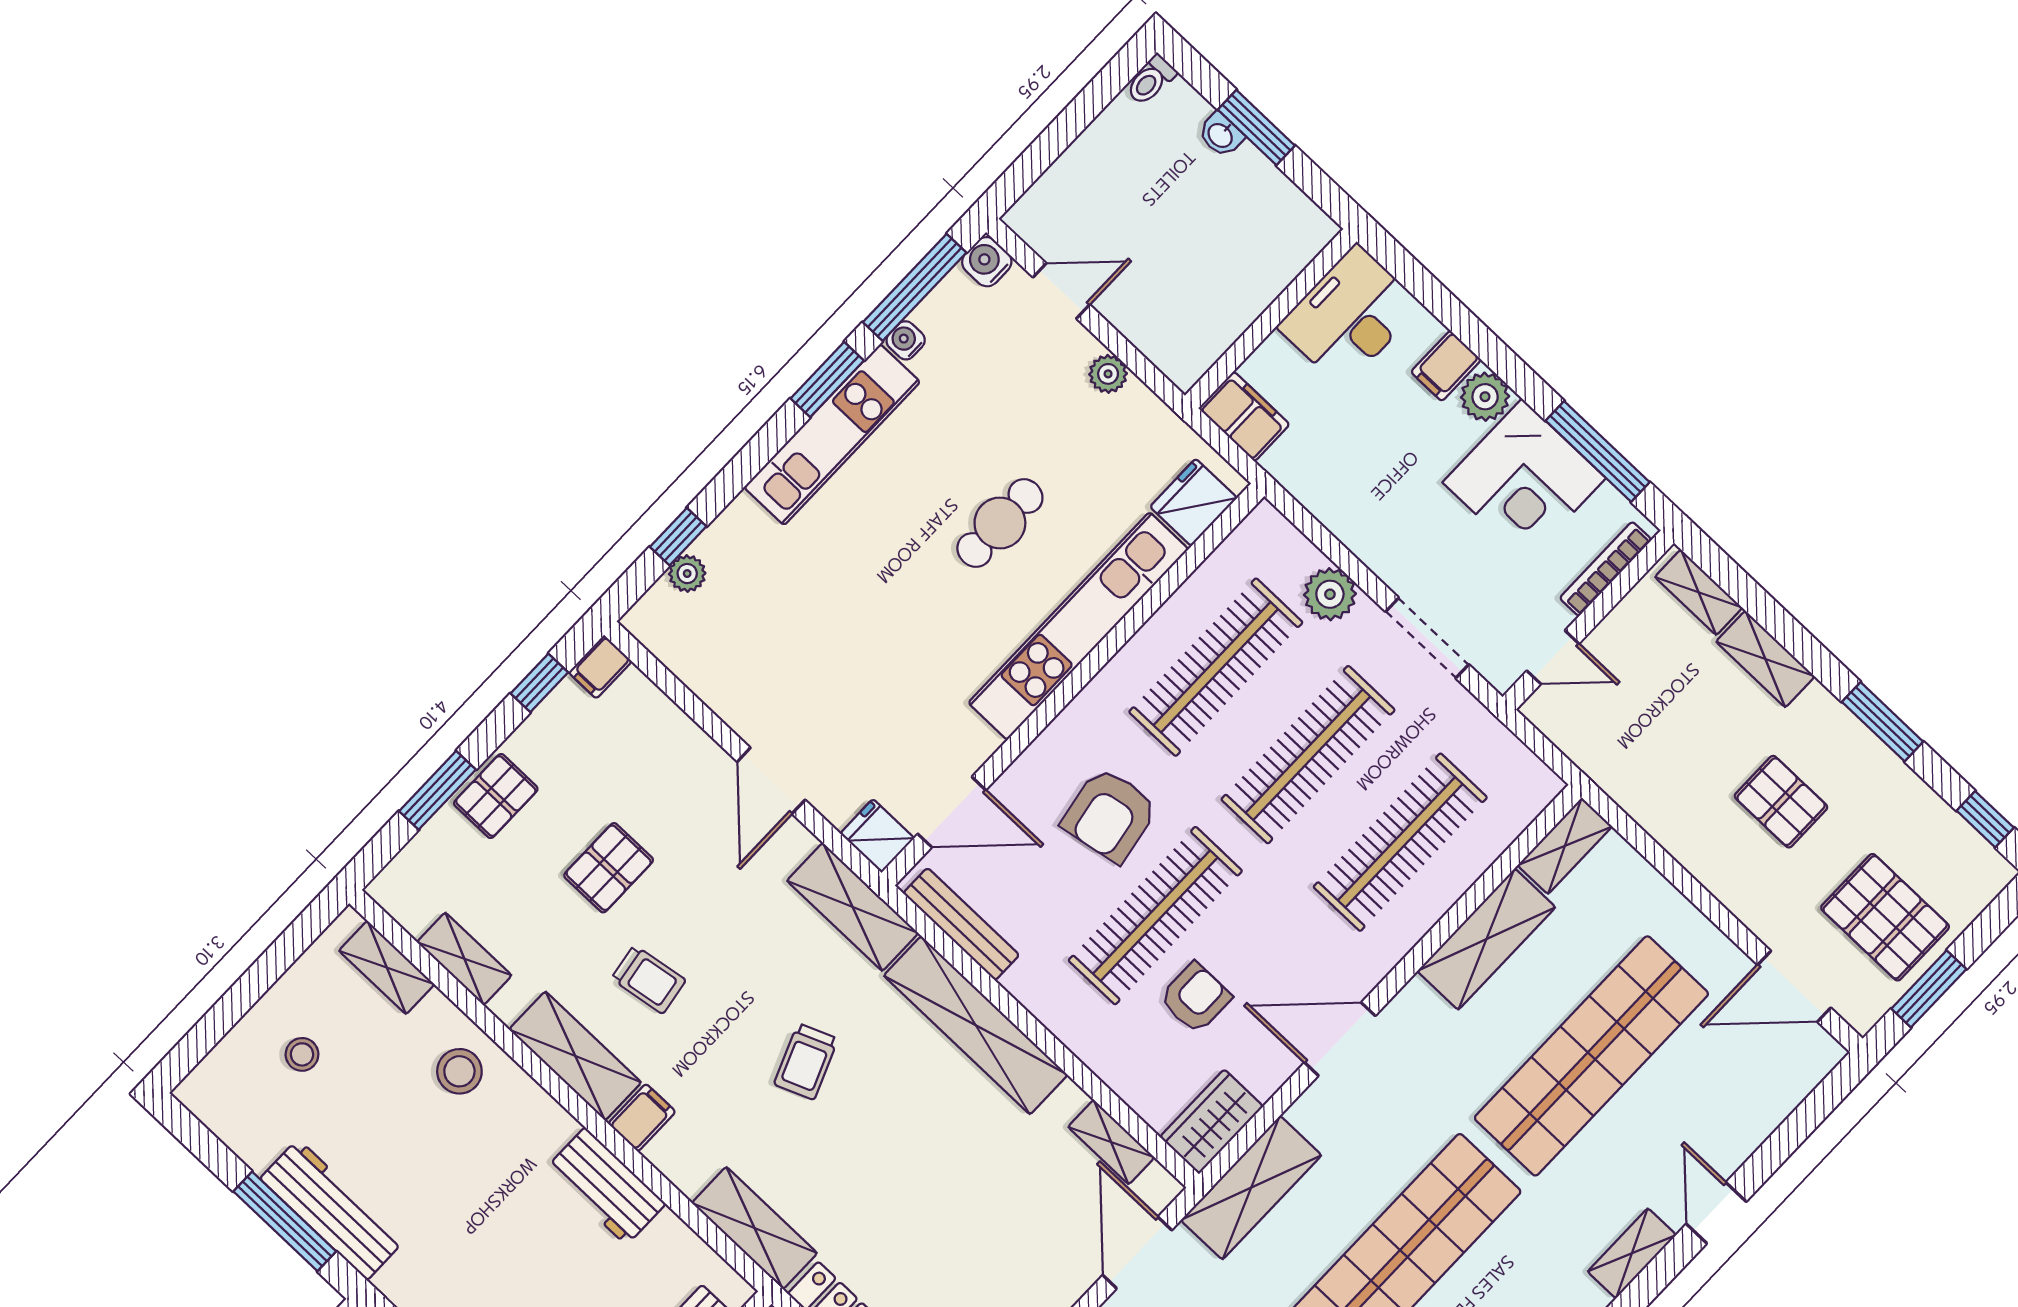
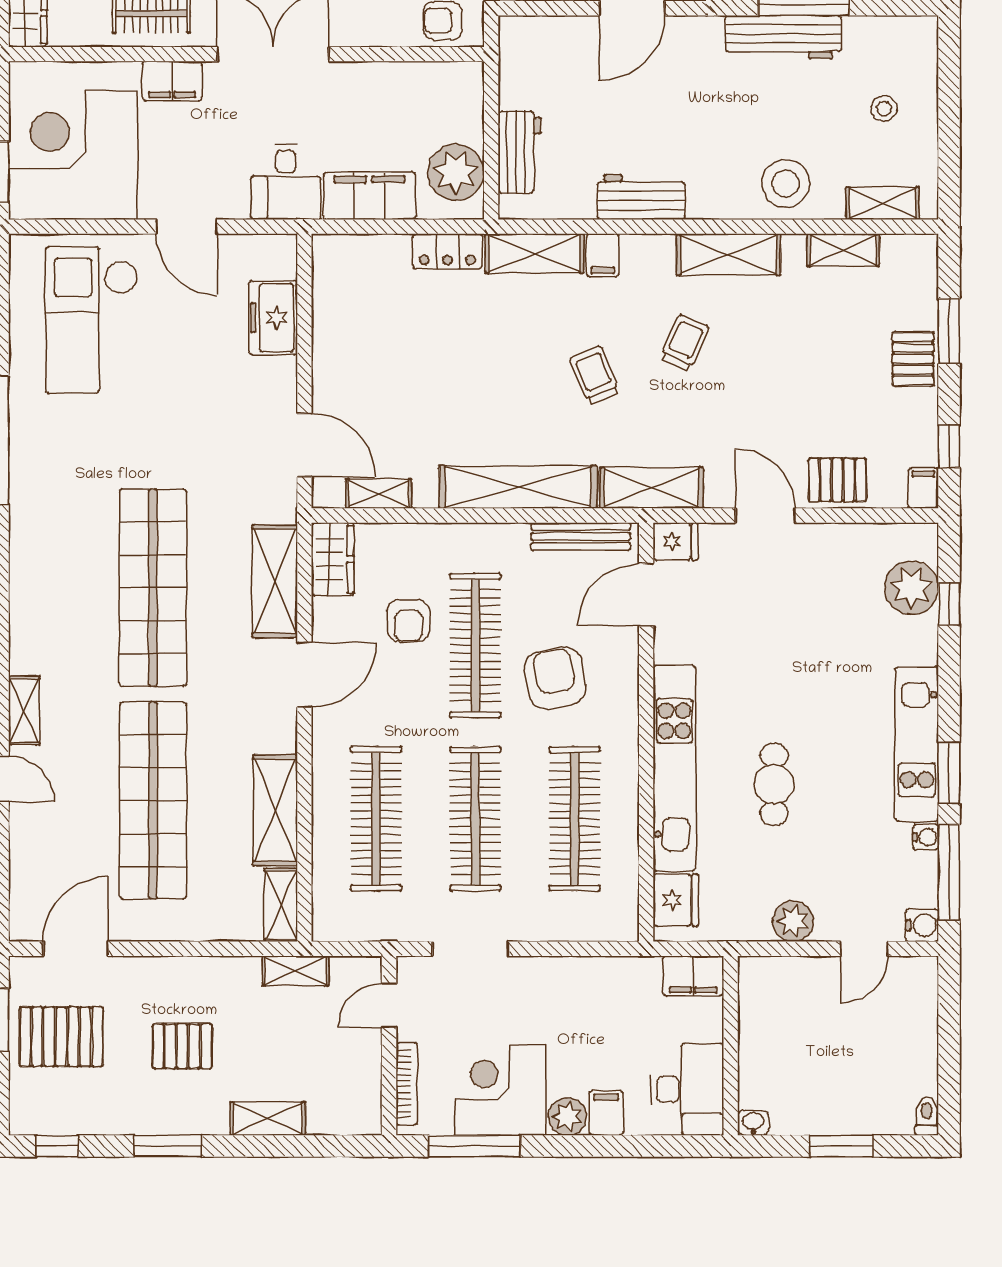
washbasin: (1221, 135) -> (753, 1123), moved
plant: (1108, 374) -> (793, 921), width x1.38, depth x1.38
plant: (687, 574) -> (912, 588), width x1.88, depth x1.88
shelving: (1699, 592) -> (295, 971), moved
plant: (1330, 594) -> (549, 921), removed
pallet: (609, 868) -> (837, 480), moved, turned 90
trolley: (649, 979) -> (685, 343), moved, turned 123
stool: (459, 1071) -> (786, 184), width x1.38, depth x1.38
filing cabinet: (642, 1118) -> (603, 255), moved
shelving: (1251, 1188) -> (275, 581), moved

